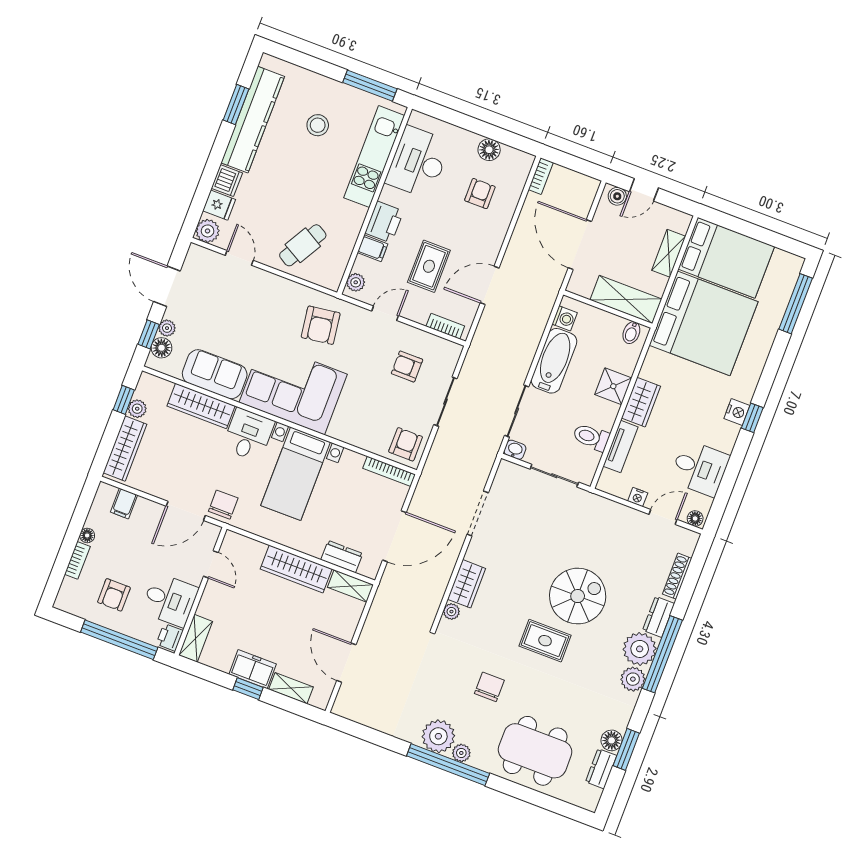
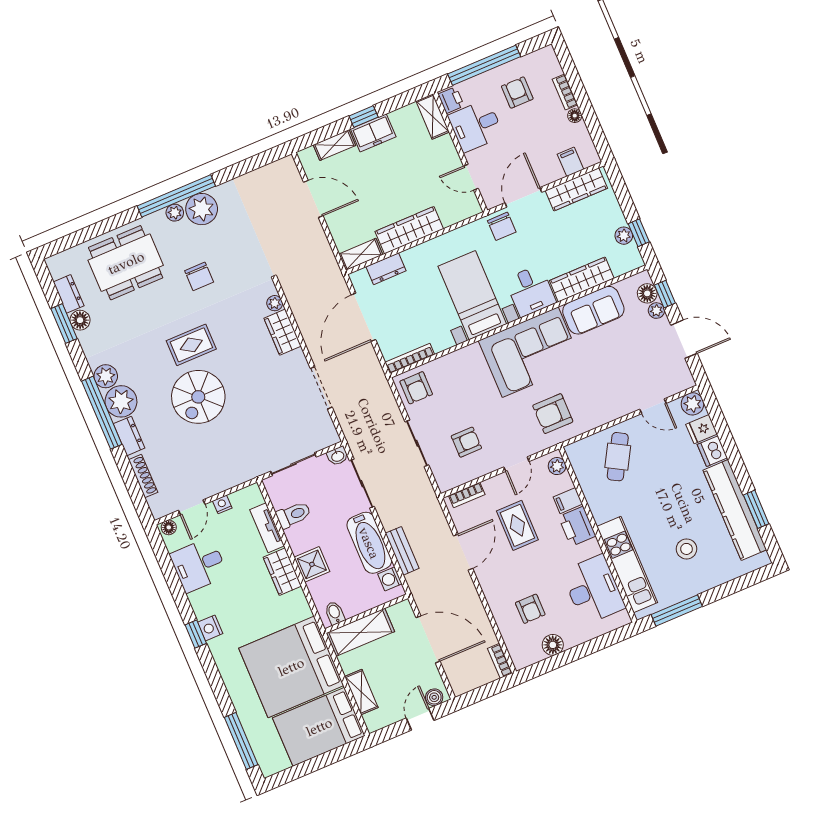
armchair: (321, 325) -> (553, 414), turned -82
bench: (535, 331) -> (402, 551), added
wardrobe: (125, 448) -> (576, 189), moved, turned -90

